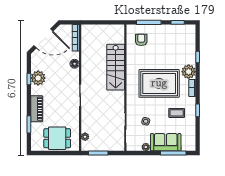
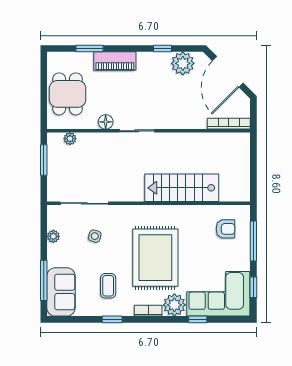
corner sofa: (182, 44) -> (218, 294), added
floor lamp: (75, 64) -> (106, 122), moved
plant: (38, 78) -> (183, 63), moved
sofa: (166, 142) -> (61, 292), moved

